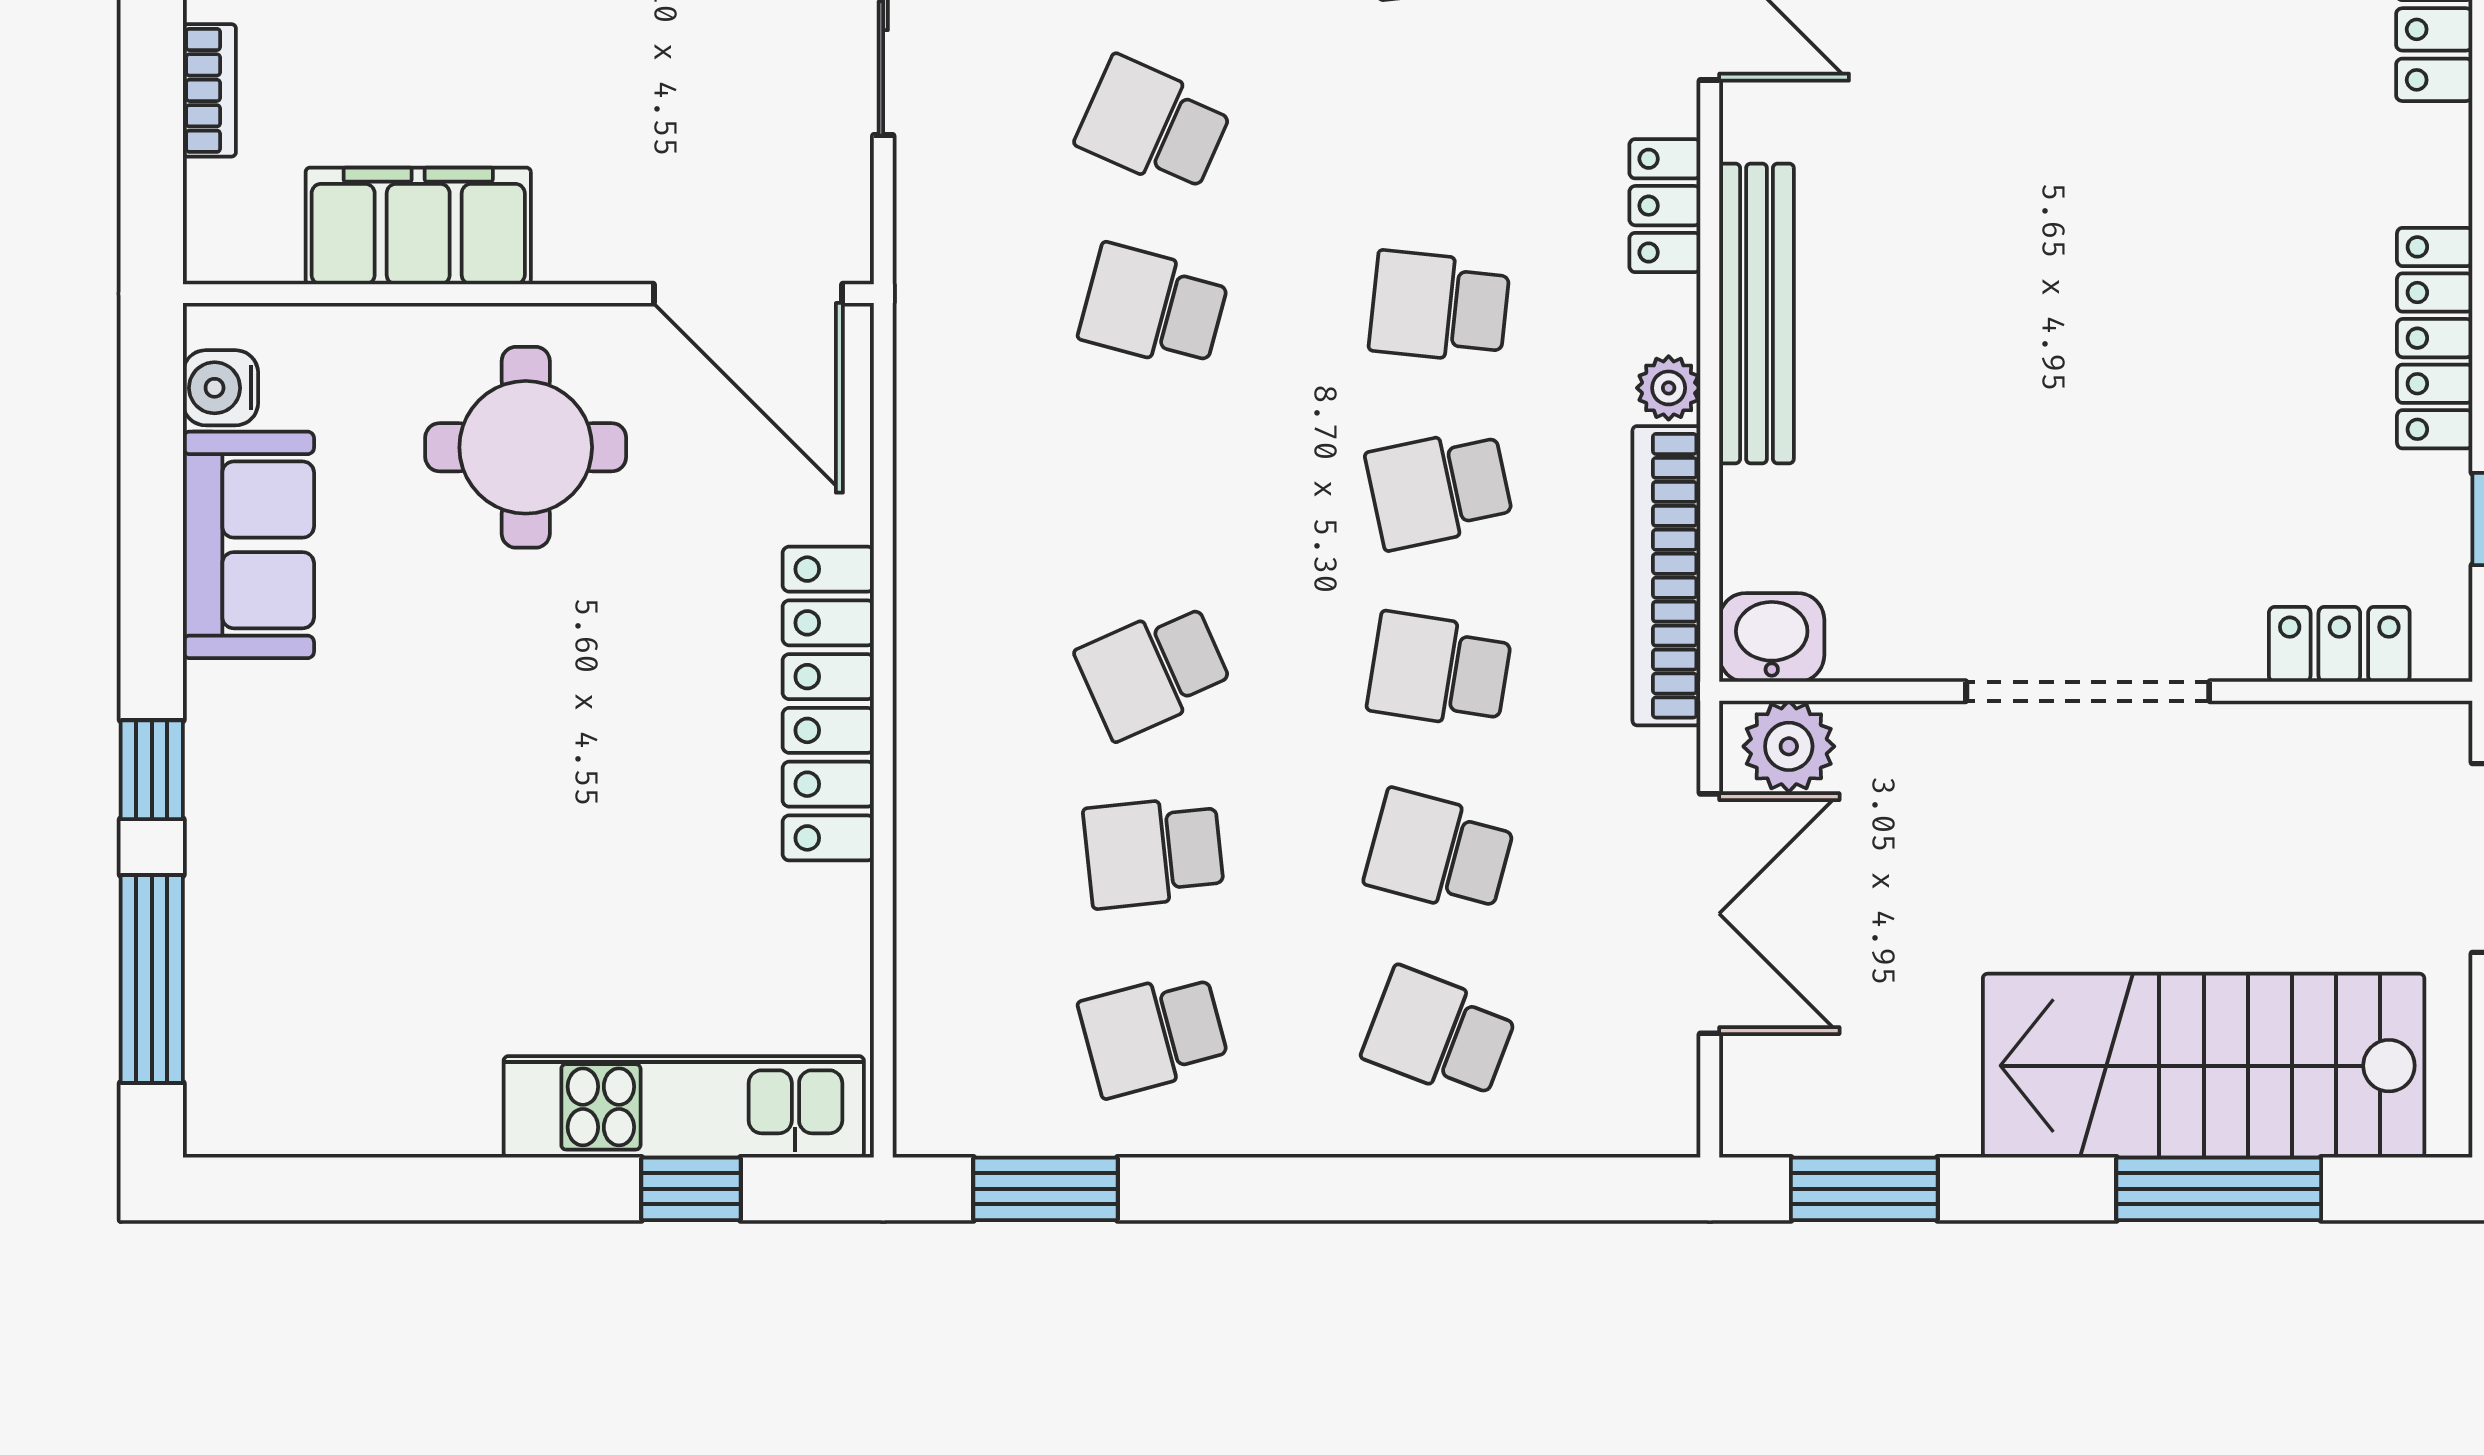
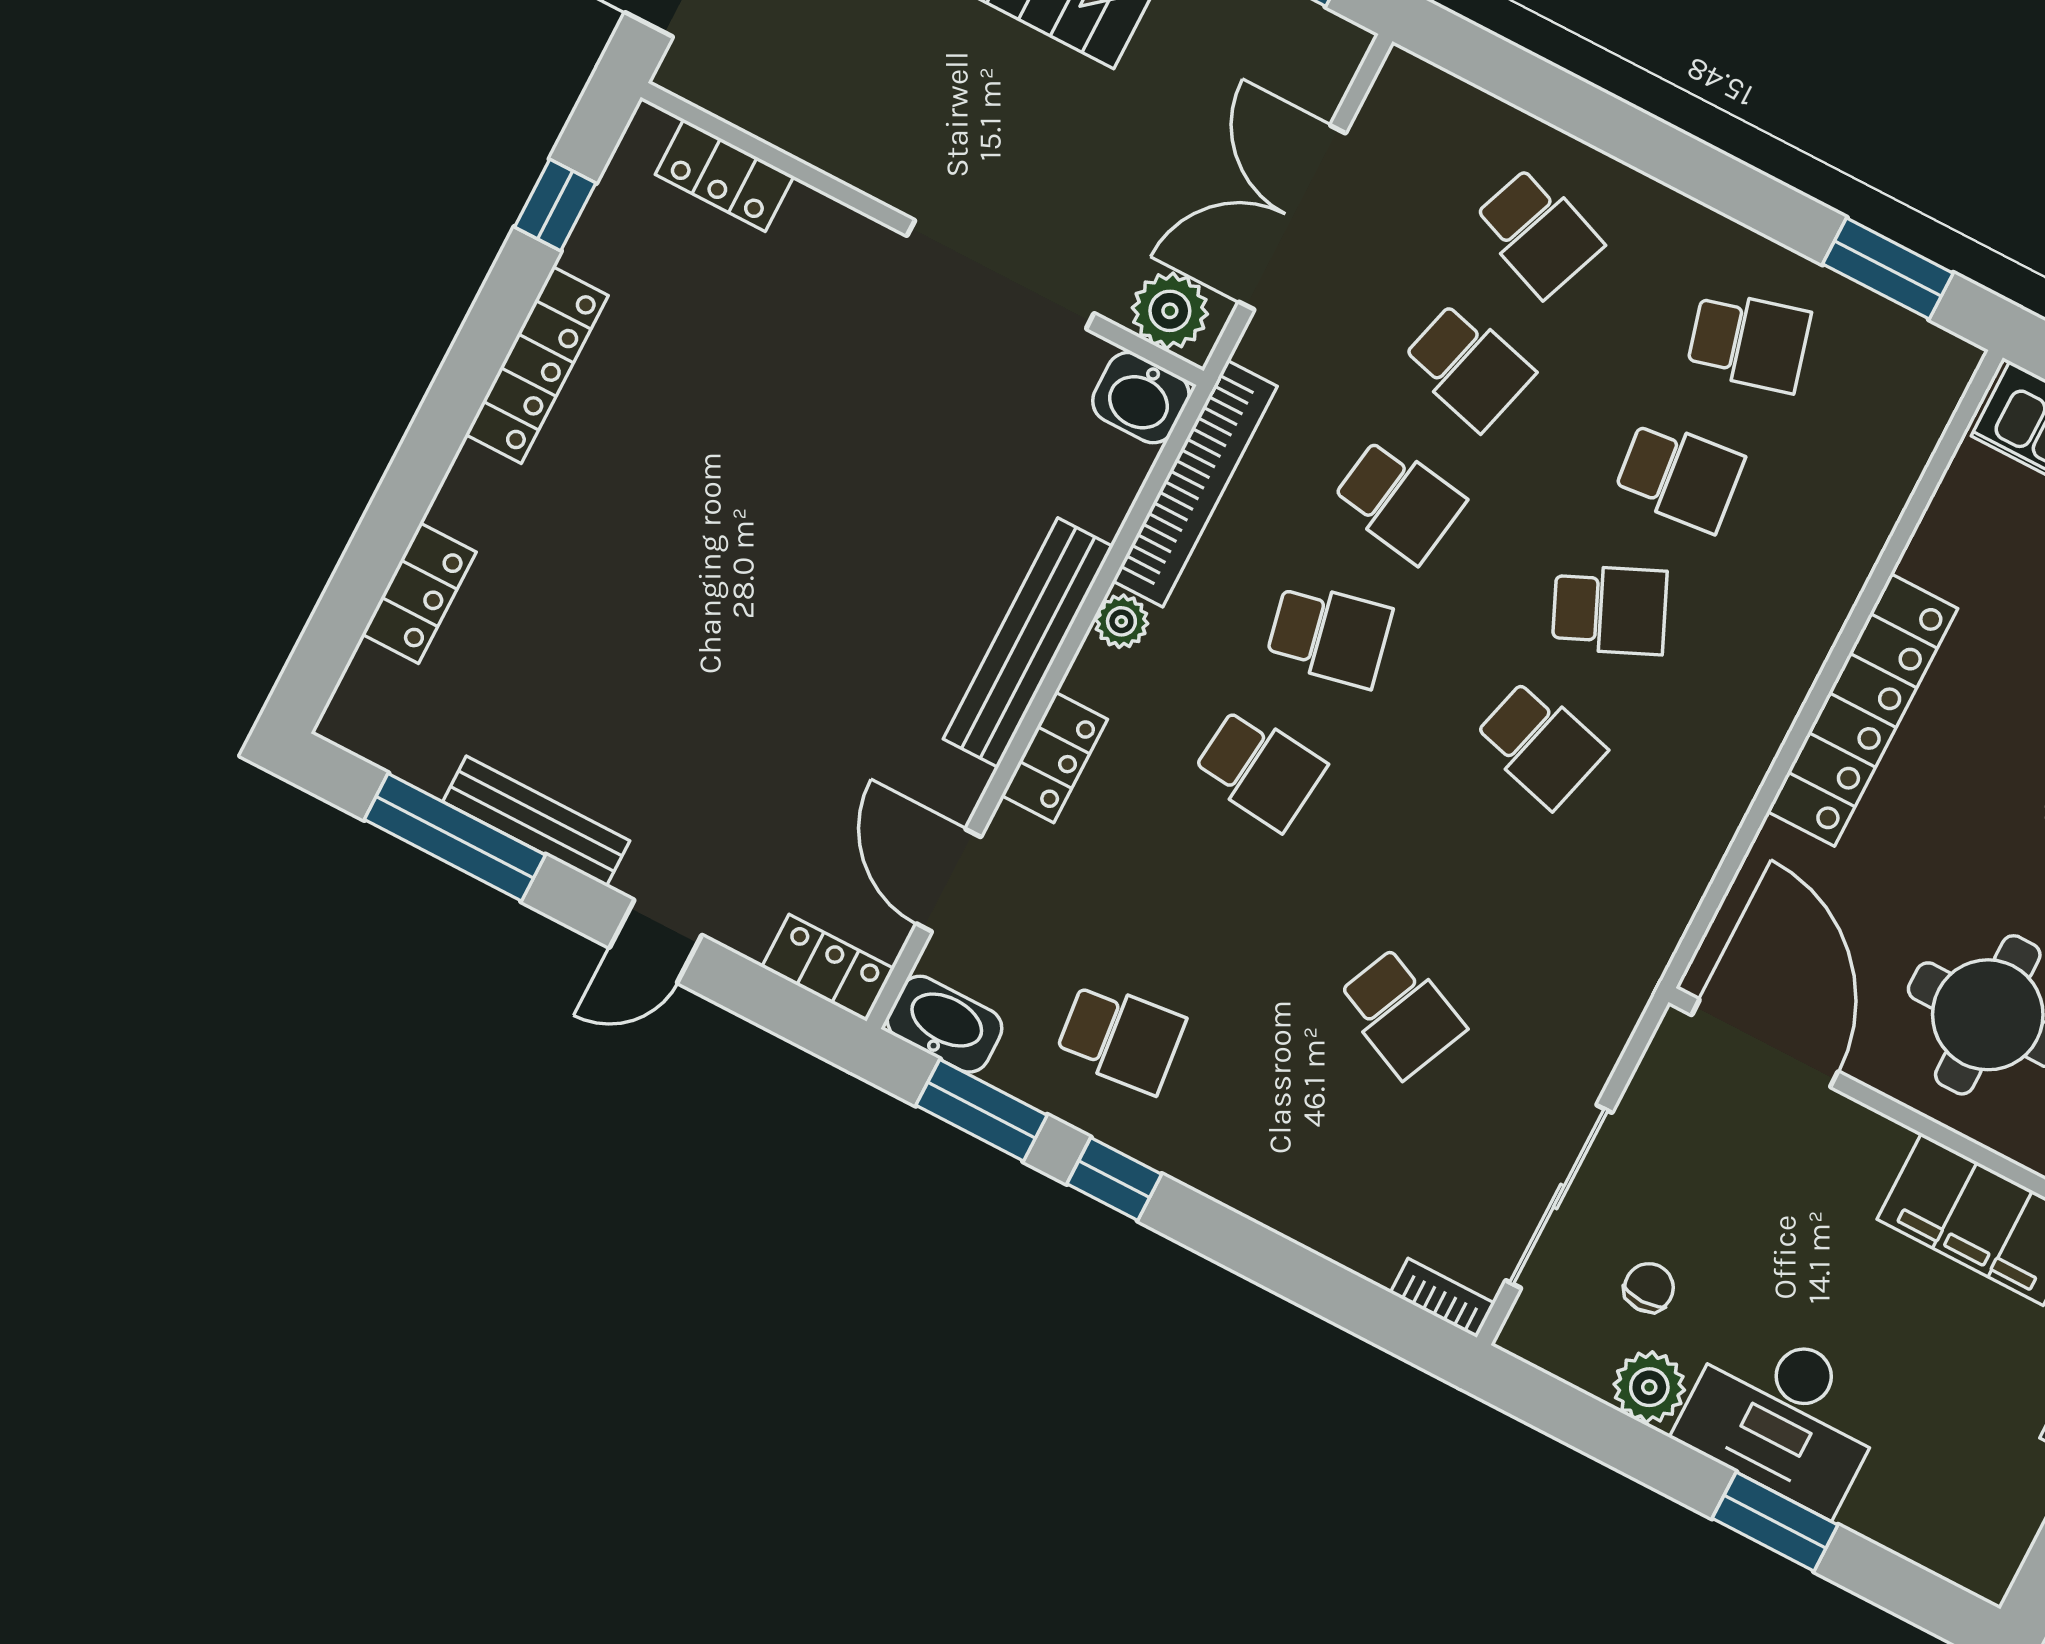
school desk: (1154, 307) -> (1540, 744), moved
doorway: (2088, 691) -> (1001, 275), moved

